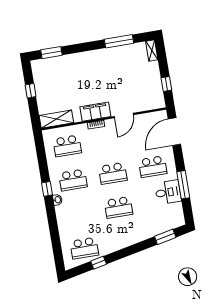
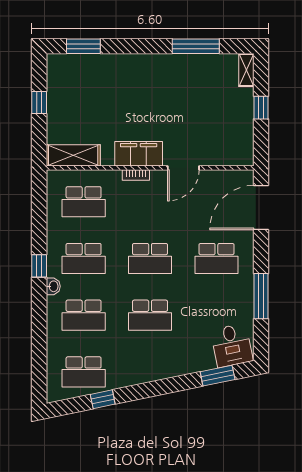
window: (166, 84) -> (261, 108), moved
desk: (168, 192) -> (232, 345), moved, turned 78
school desk: (79, 214) -> (84, 315), added

